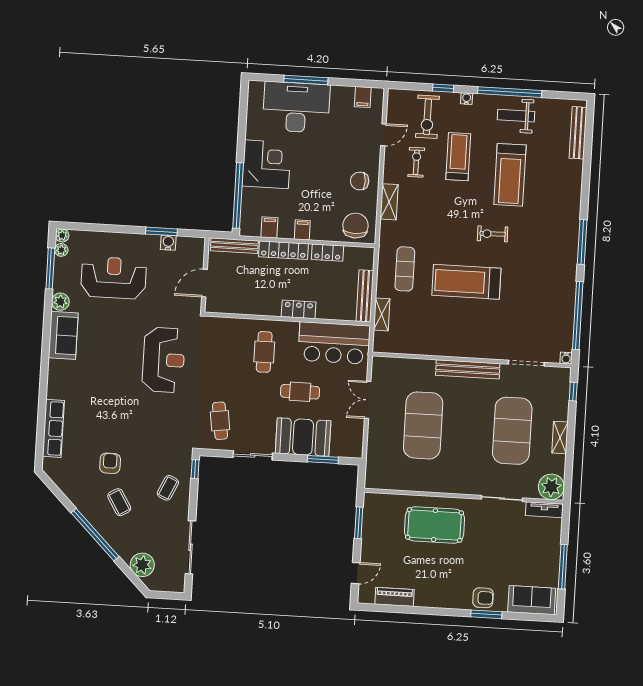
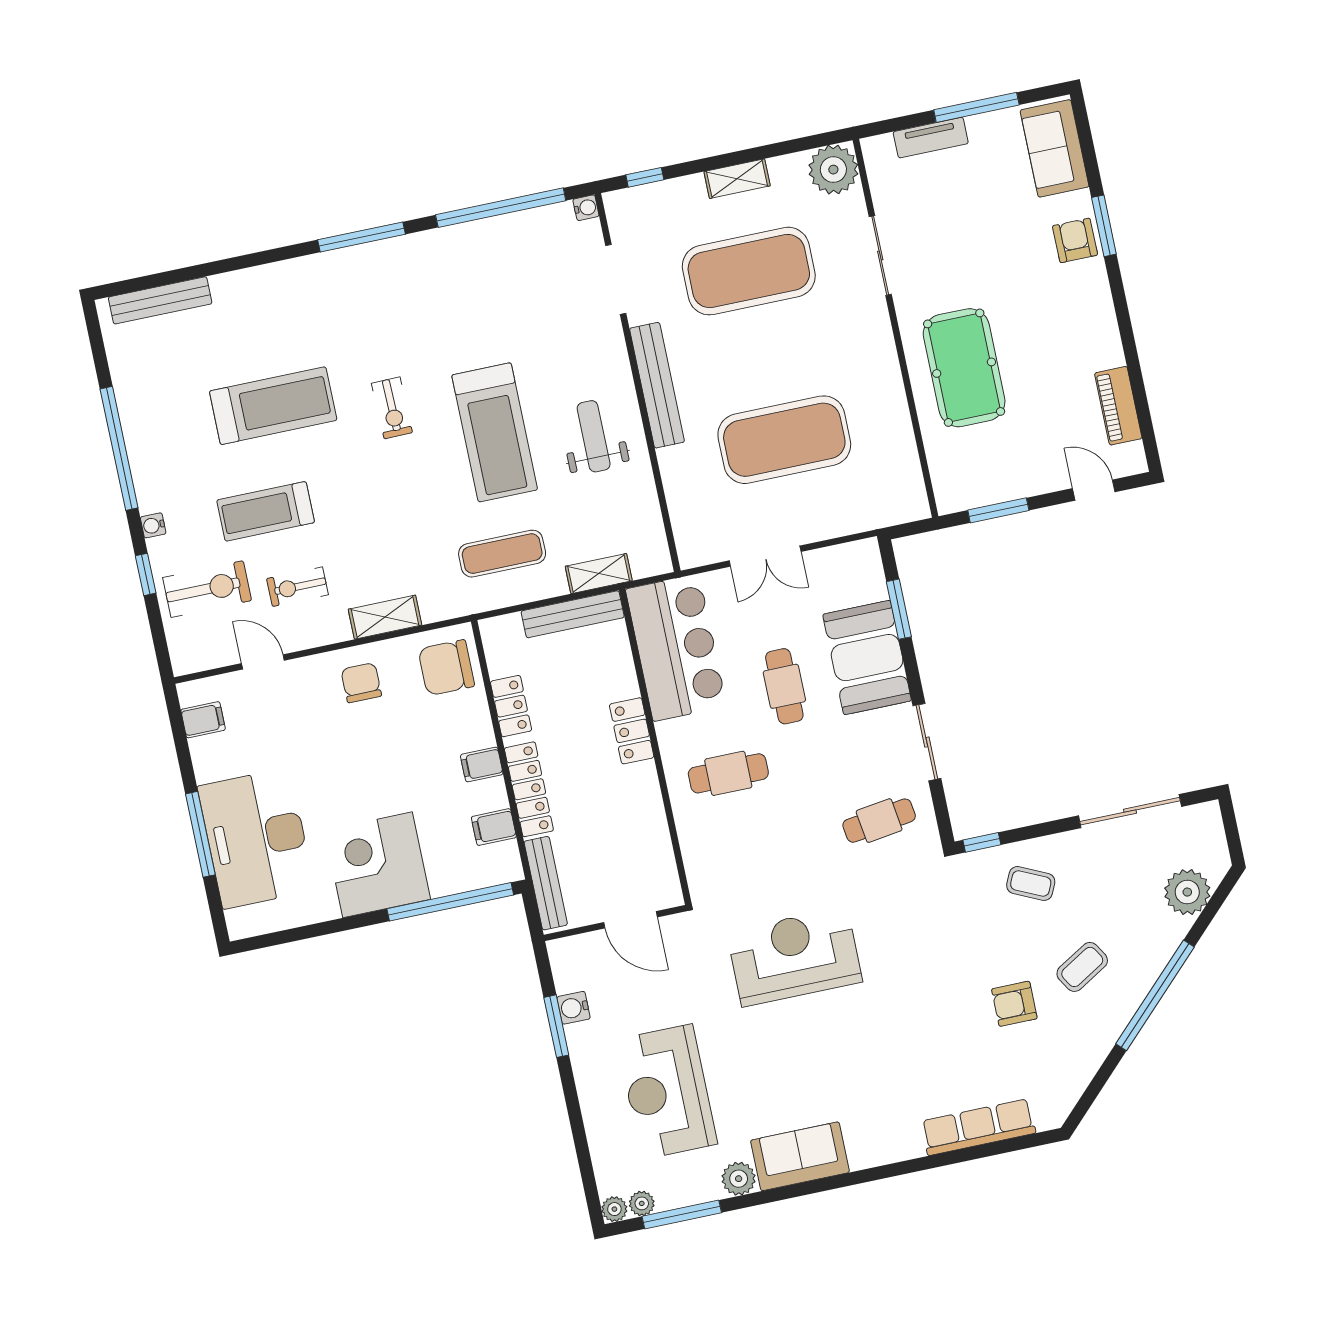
weight bench: (516, 116) -> (594, 436), moved, turned 180
chair: (360, 181) -> (361, 683), turned 180
tv unit: (544, 510) -> (931, 138), moved, turned 90

